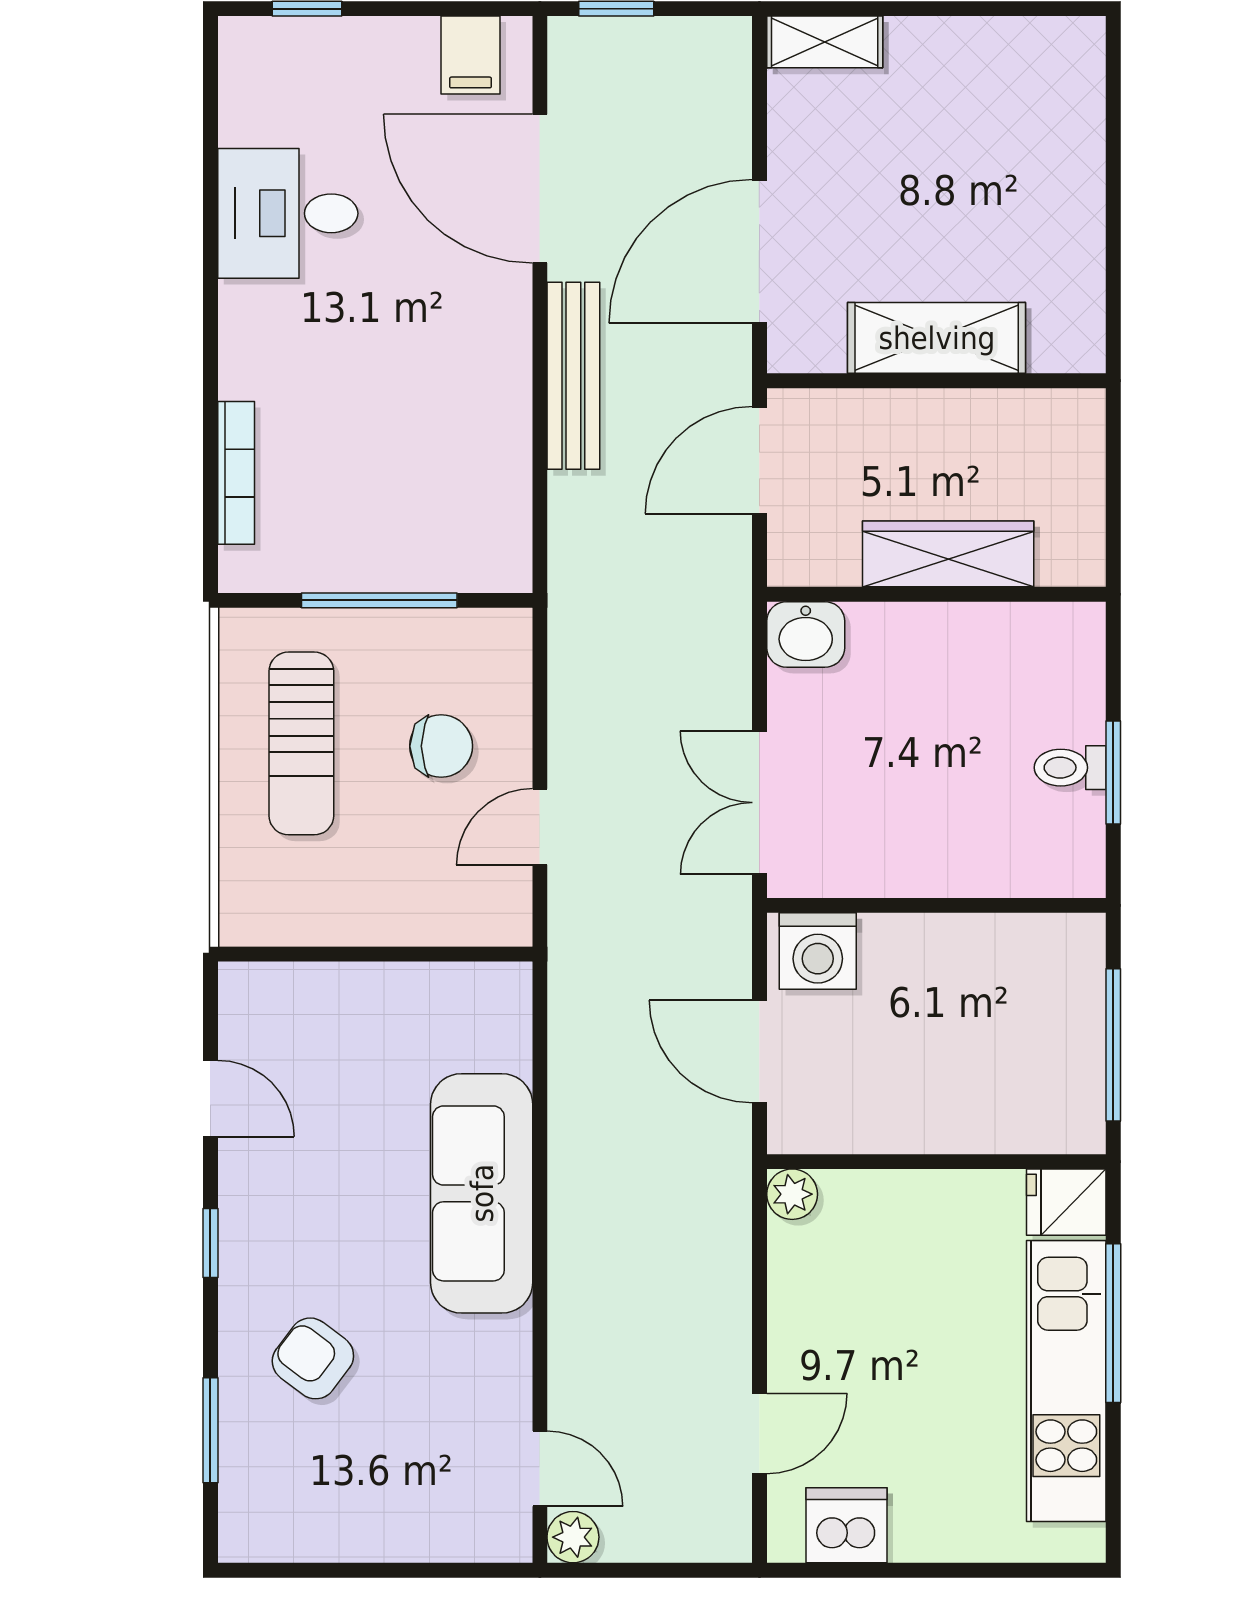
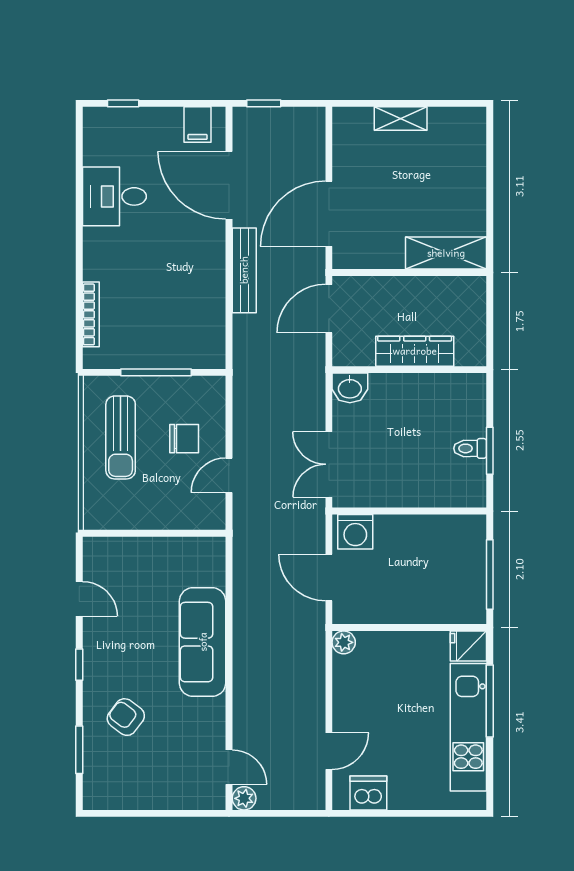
shelving: (825, 42) -> (401, 119), moved
shelving: (937, 338) -> (446, 253), moved

